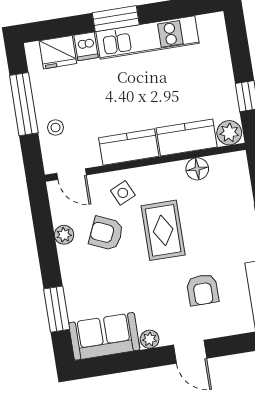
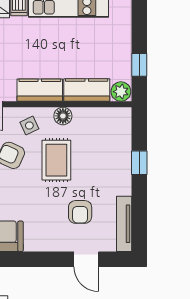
floor lamp: (197, 169) -> (63, 116), moved
plant: (150, 339) -> (32, 244), removed
door: (190, 352) -> (86, 259), moved

